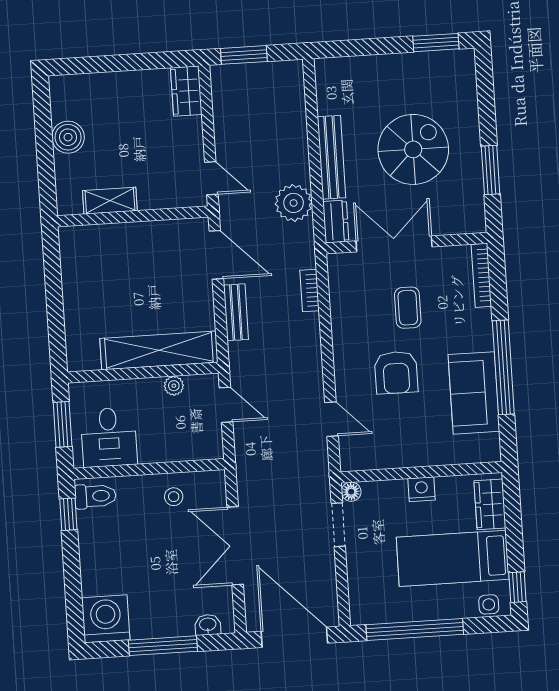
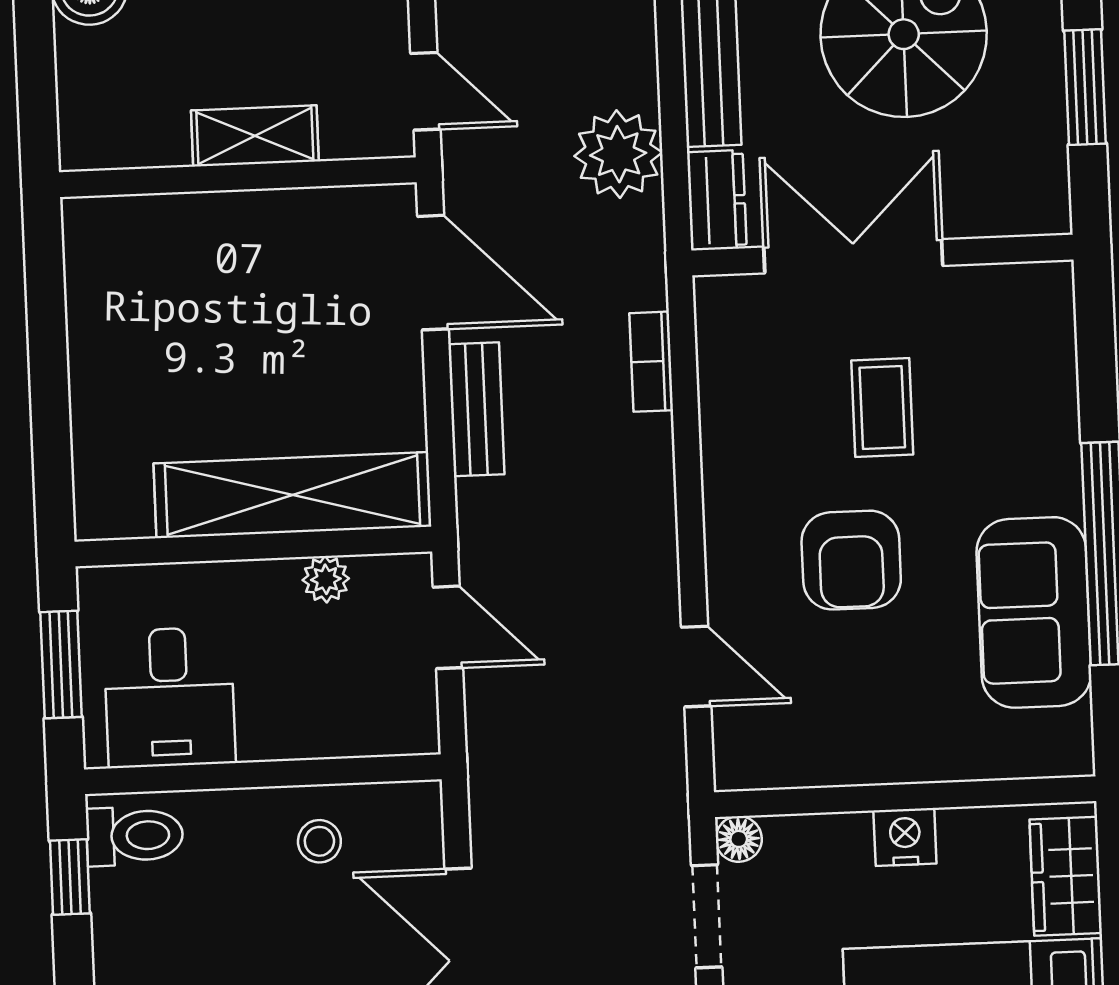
shelving: (110, 201) -> (255, 136), moved
bookcase: (481, 275) -> (1058, 335), removed

